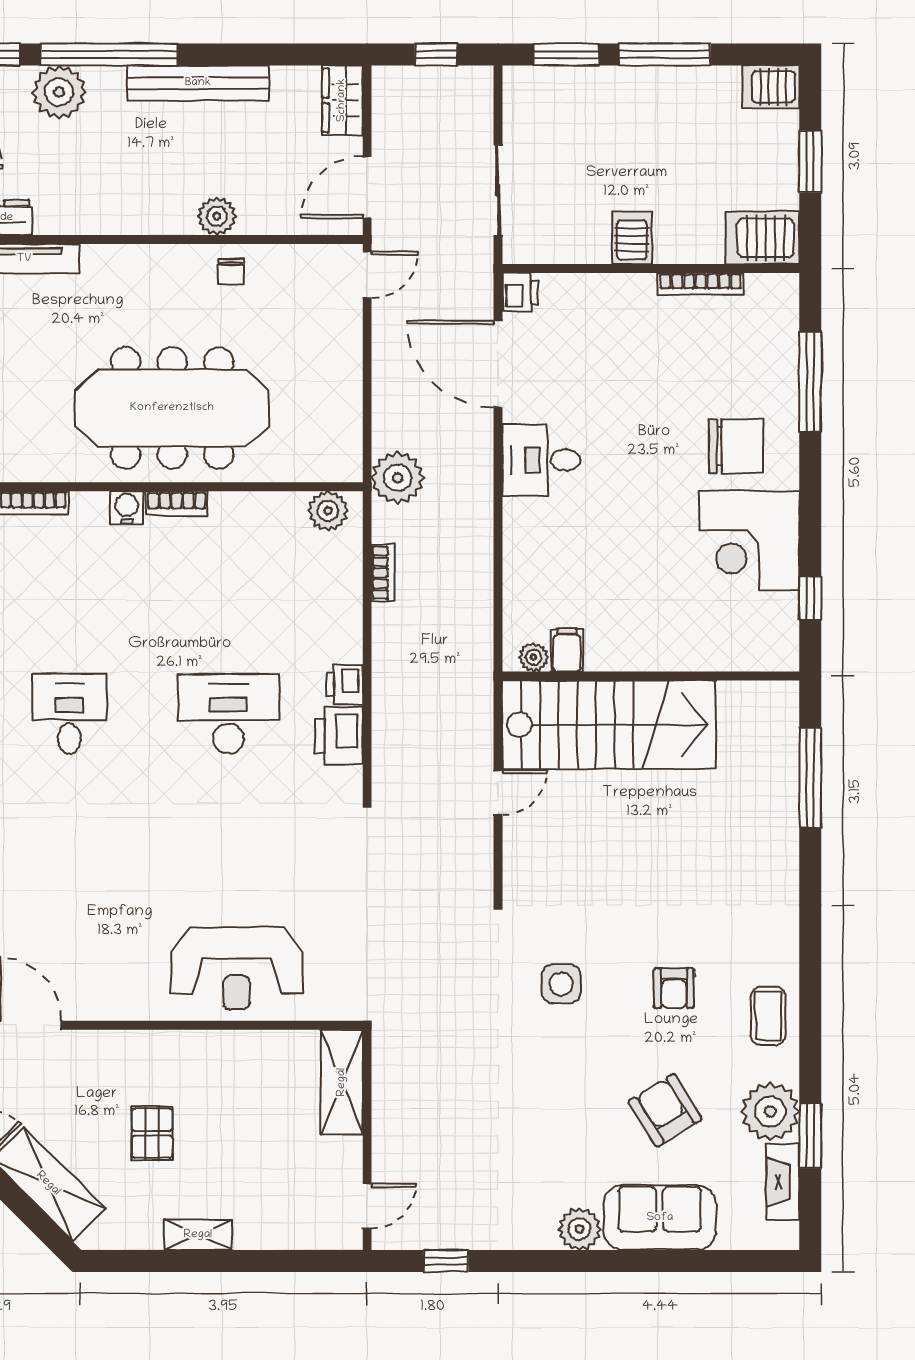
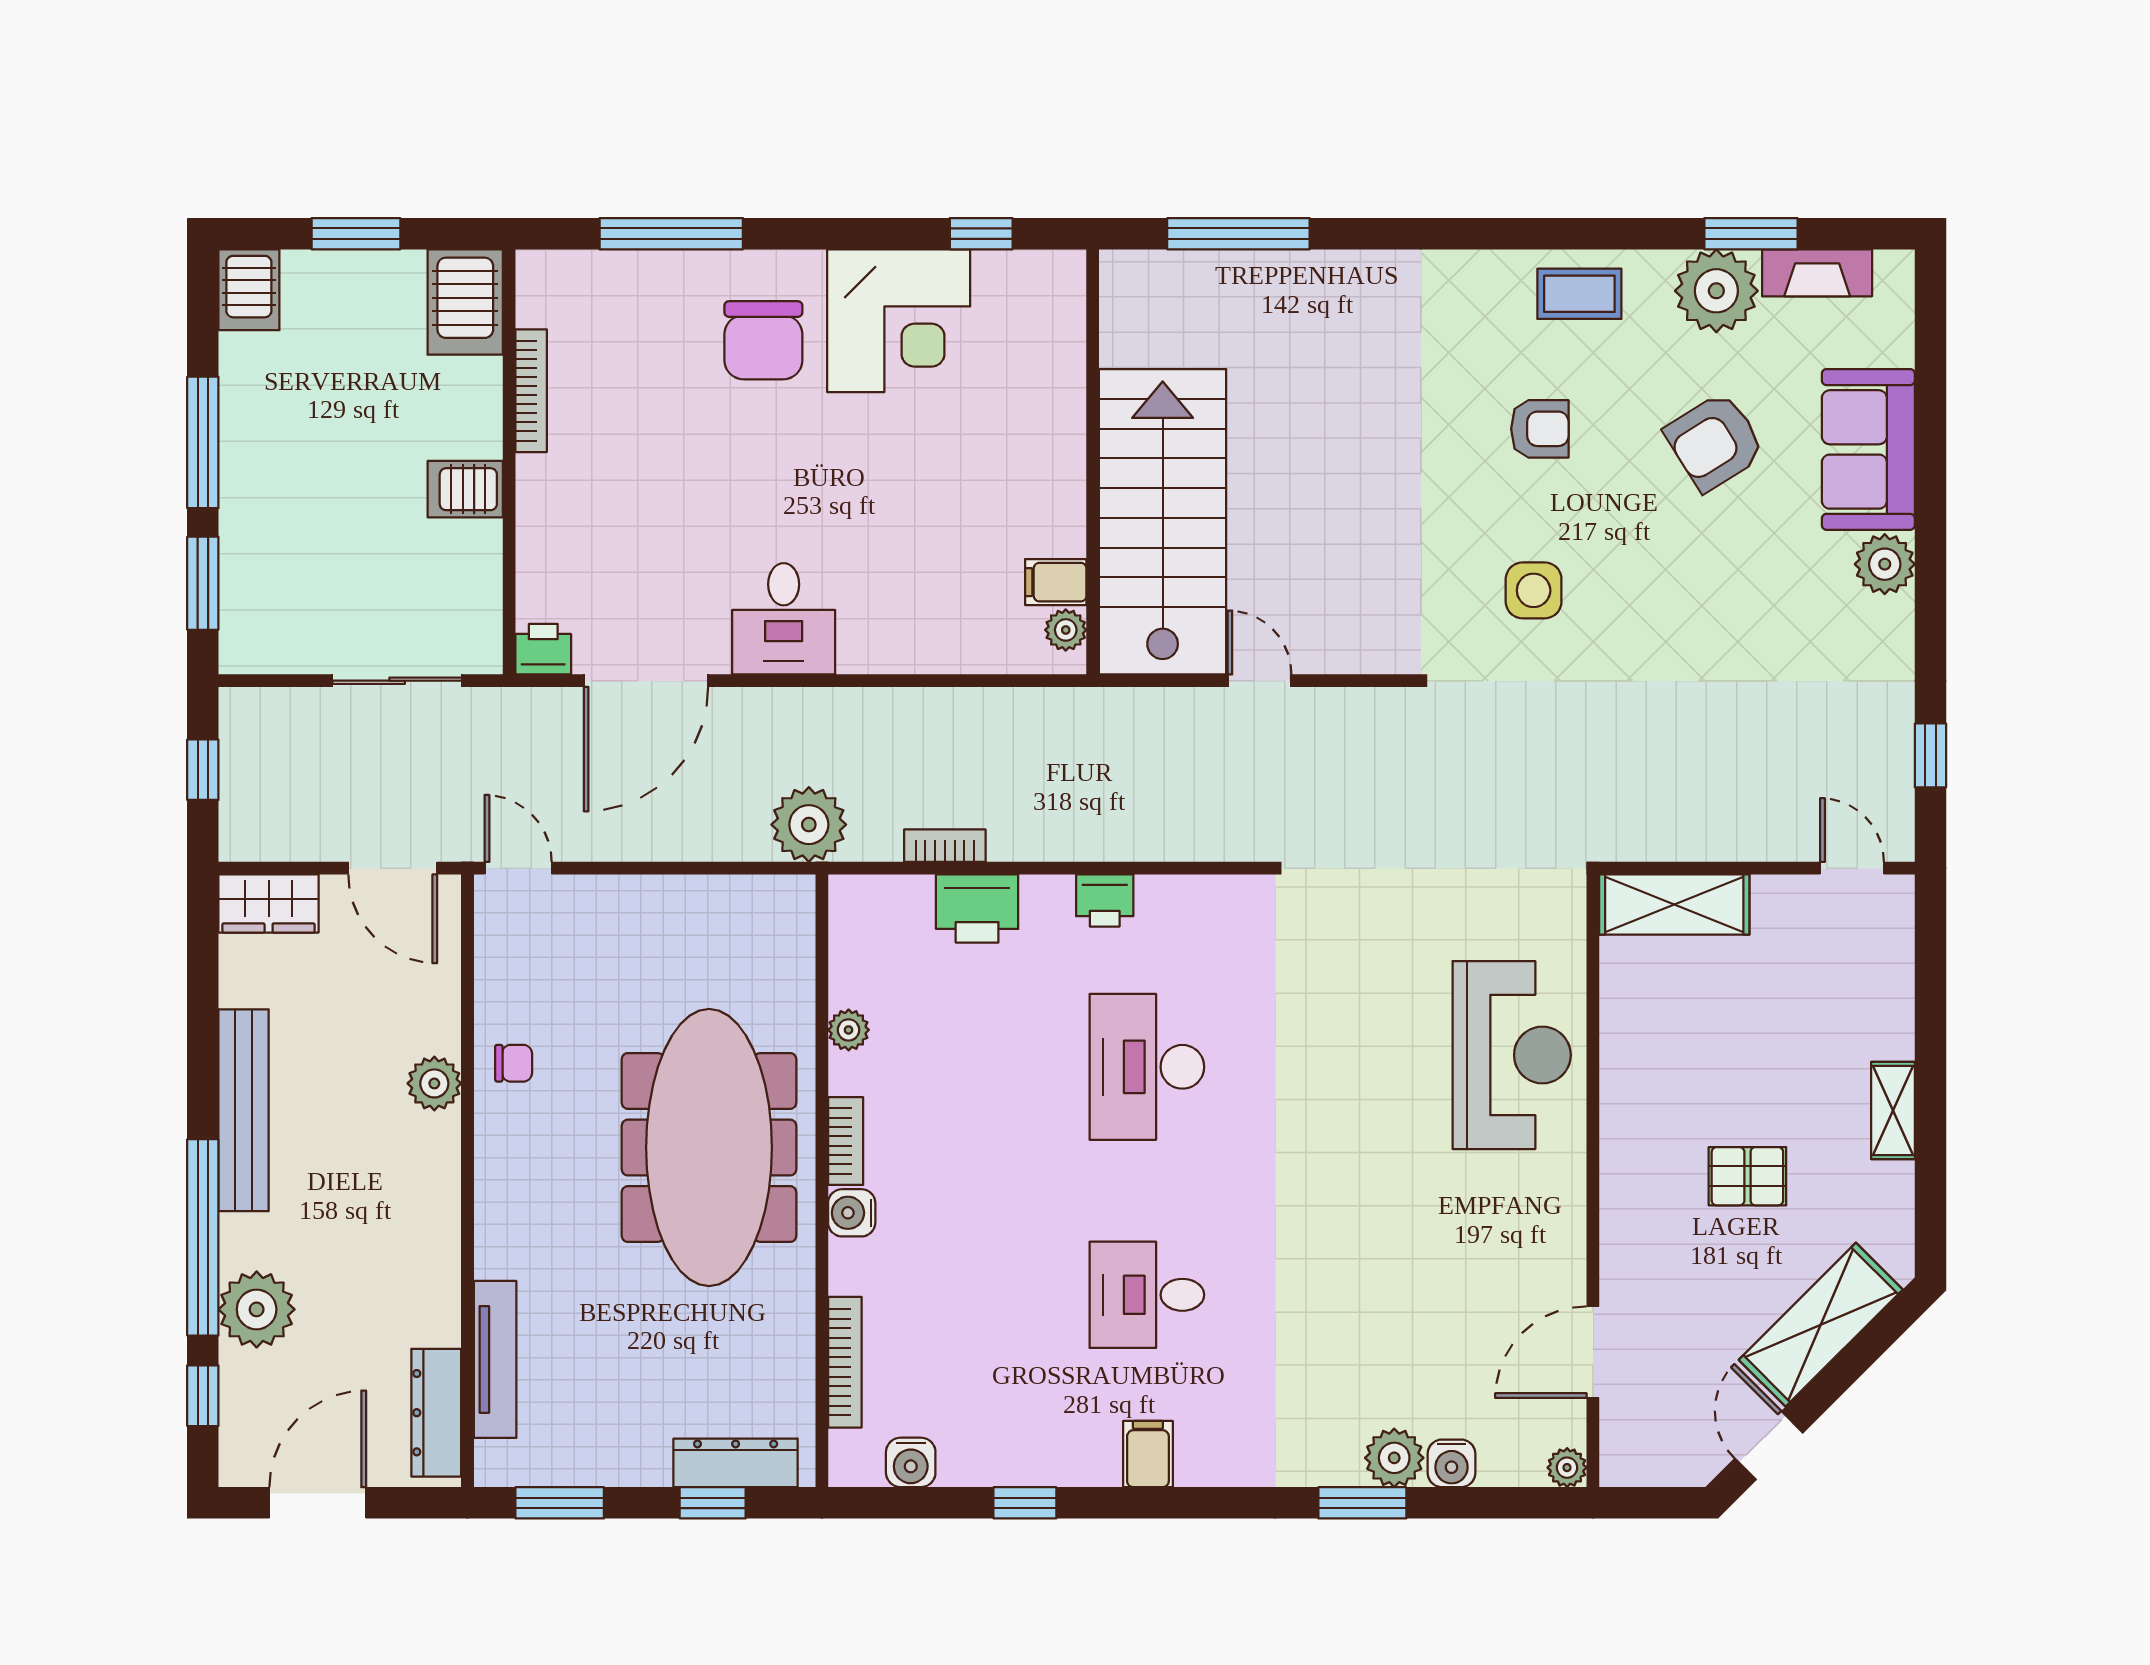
chair: (736, 446) -> (763, 340), turned 180
plant: (328, 511) -> (849, 1030), moved, width x0.73, depth x0.73
printer: (339, 736) -> (977, 909), moved

